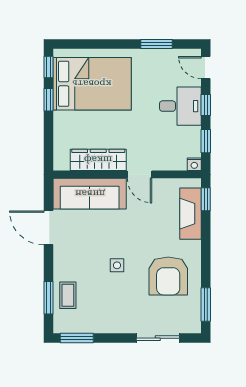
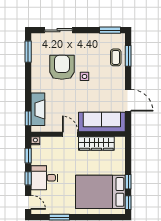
armchair: (168, 276) -> (62, 67), moved

